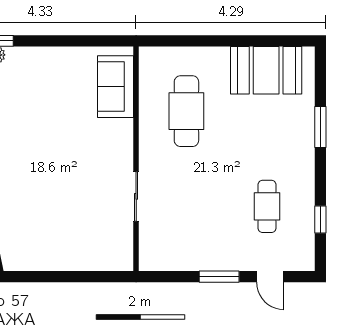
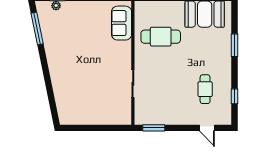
cafe table: (186, 111) -> (161, 37), turned 90
window: (219, 277) -> (154, 128), moved

